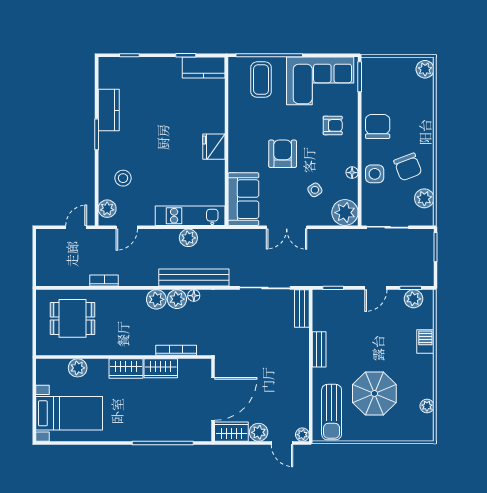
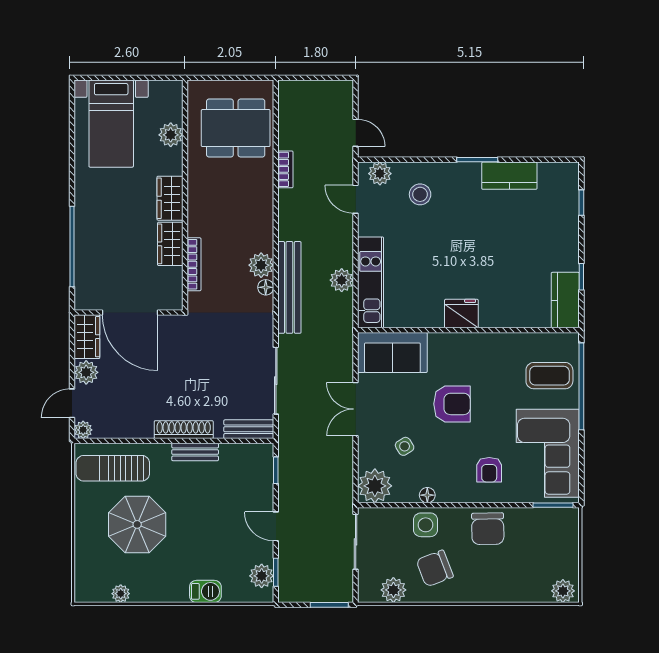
chair: (378, 126) -> (488, 529), turned 89
plant: (156, 299) -> (261, 238), removed
dining table: (73, 318) -> (236, 128), width x1.38
shoe rack: (302, 358) -> (184, 430), added

